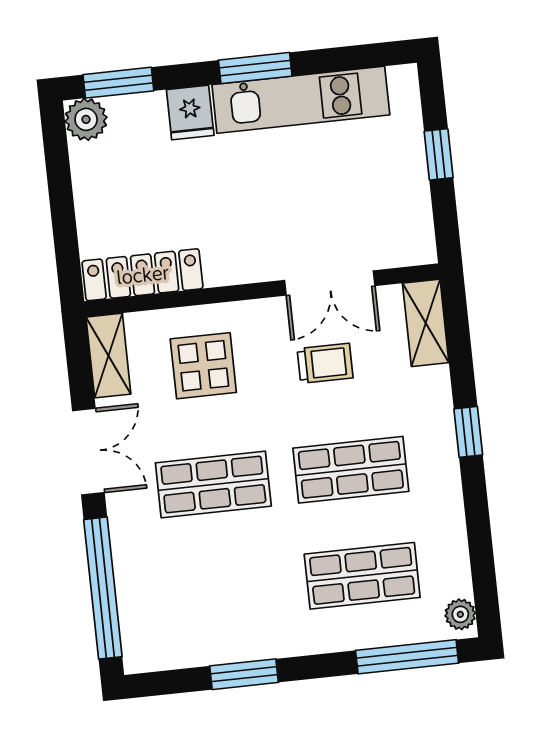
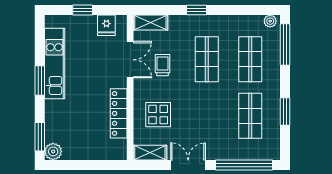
fridge: (190, 112) -> (106, 25), moved, turned 90
locker: (143, 275) -> (119, 113), moved
shop shelf: (213, 484) -> (250, 116), moved

